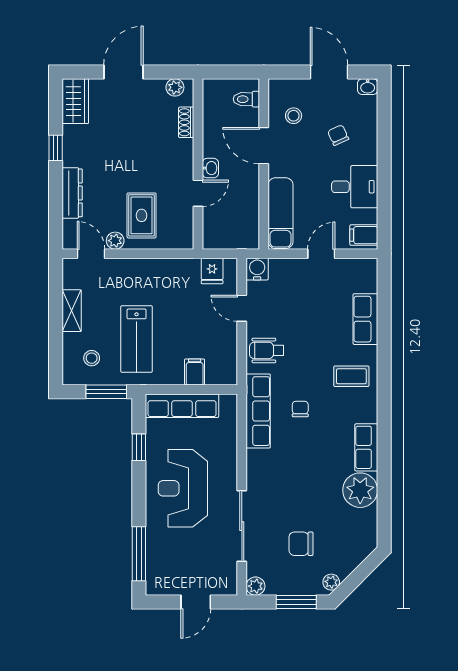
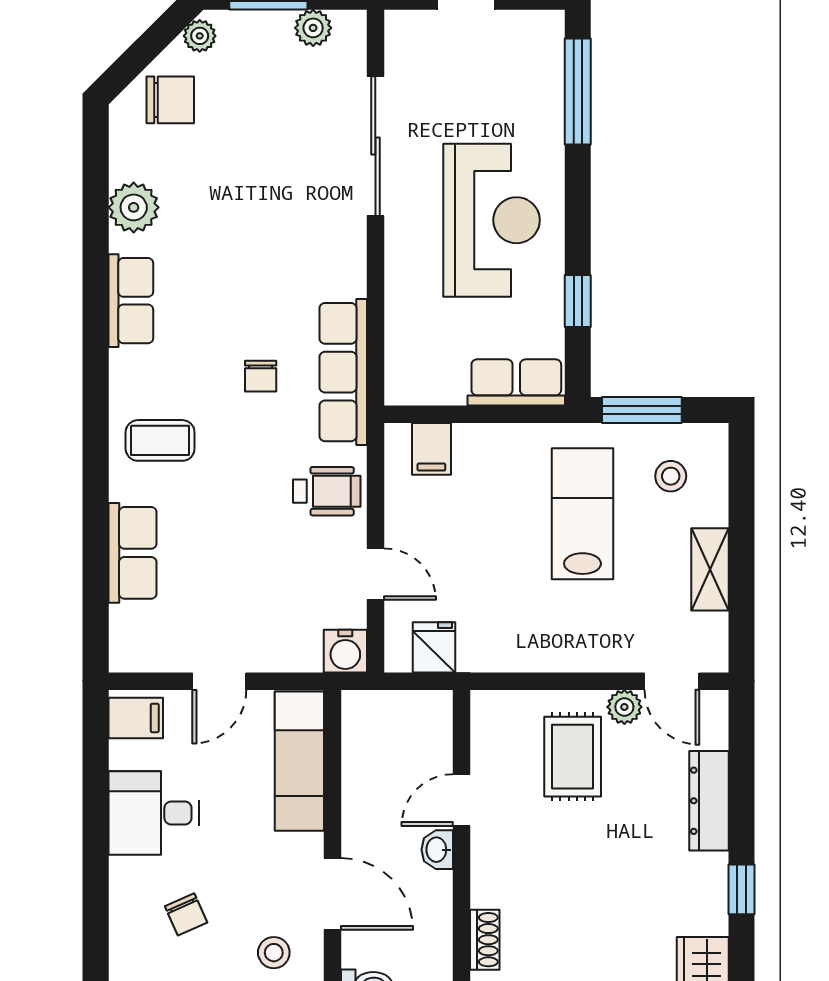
filing cabinet: (195, 372) -> (431, 449), moved
row of seats: (182, 406) -> (516, 382), width x0.68
plant: (360, 490) -> (134, 207), width x0.73, depth x0.73
chair: (301, 544) -> (170, 100), moved
plant: (255, 586) -> (313, 28), moved

